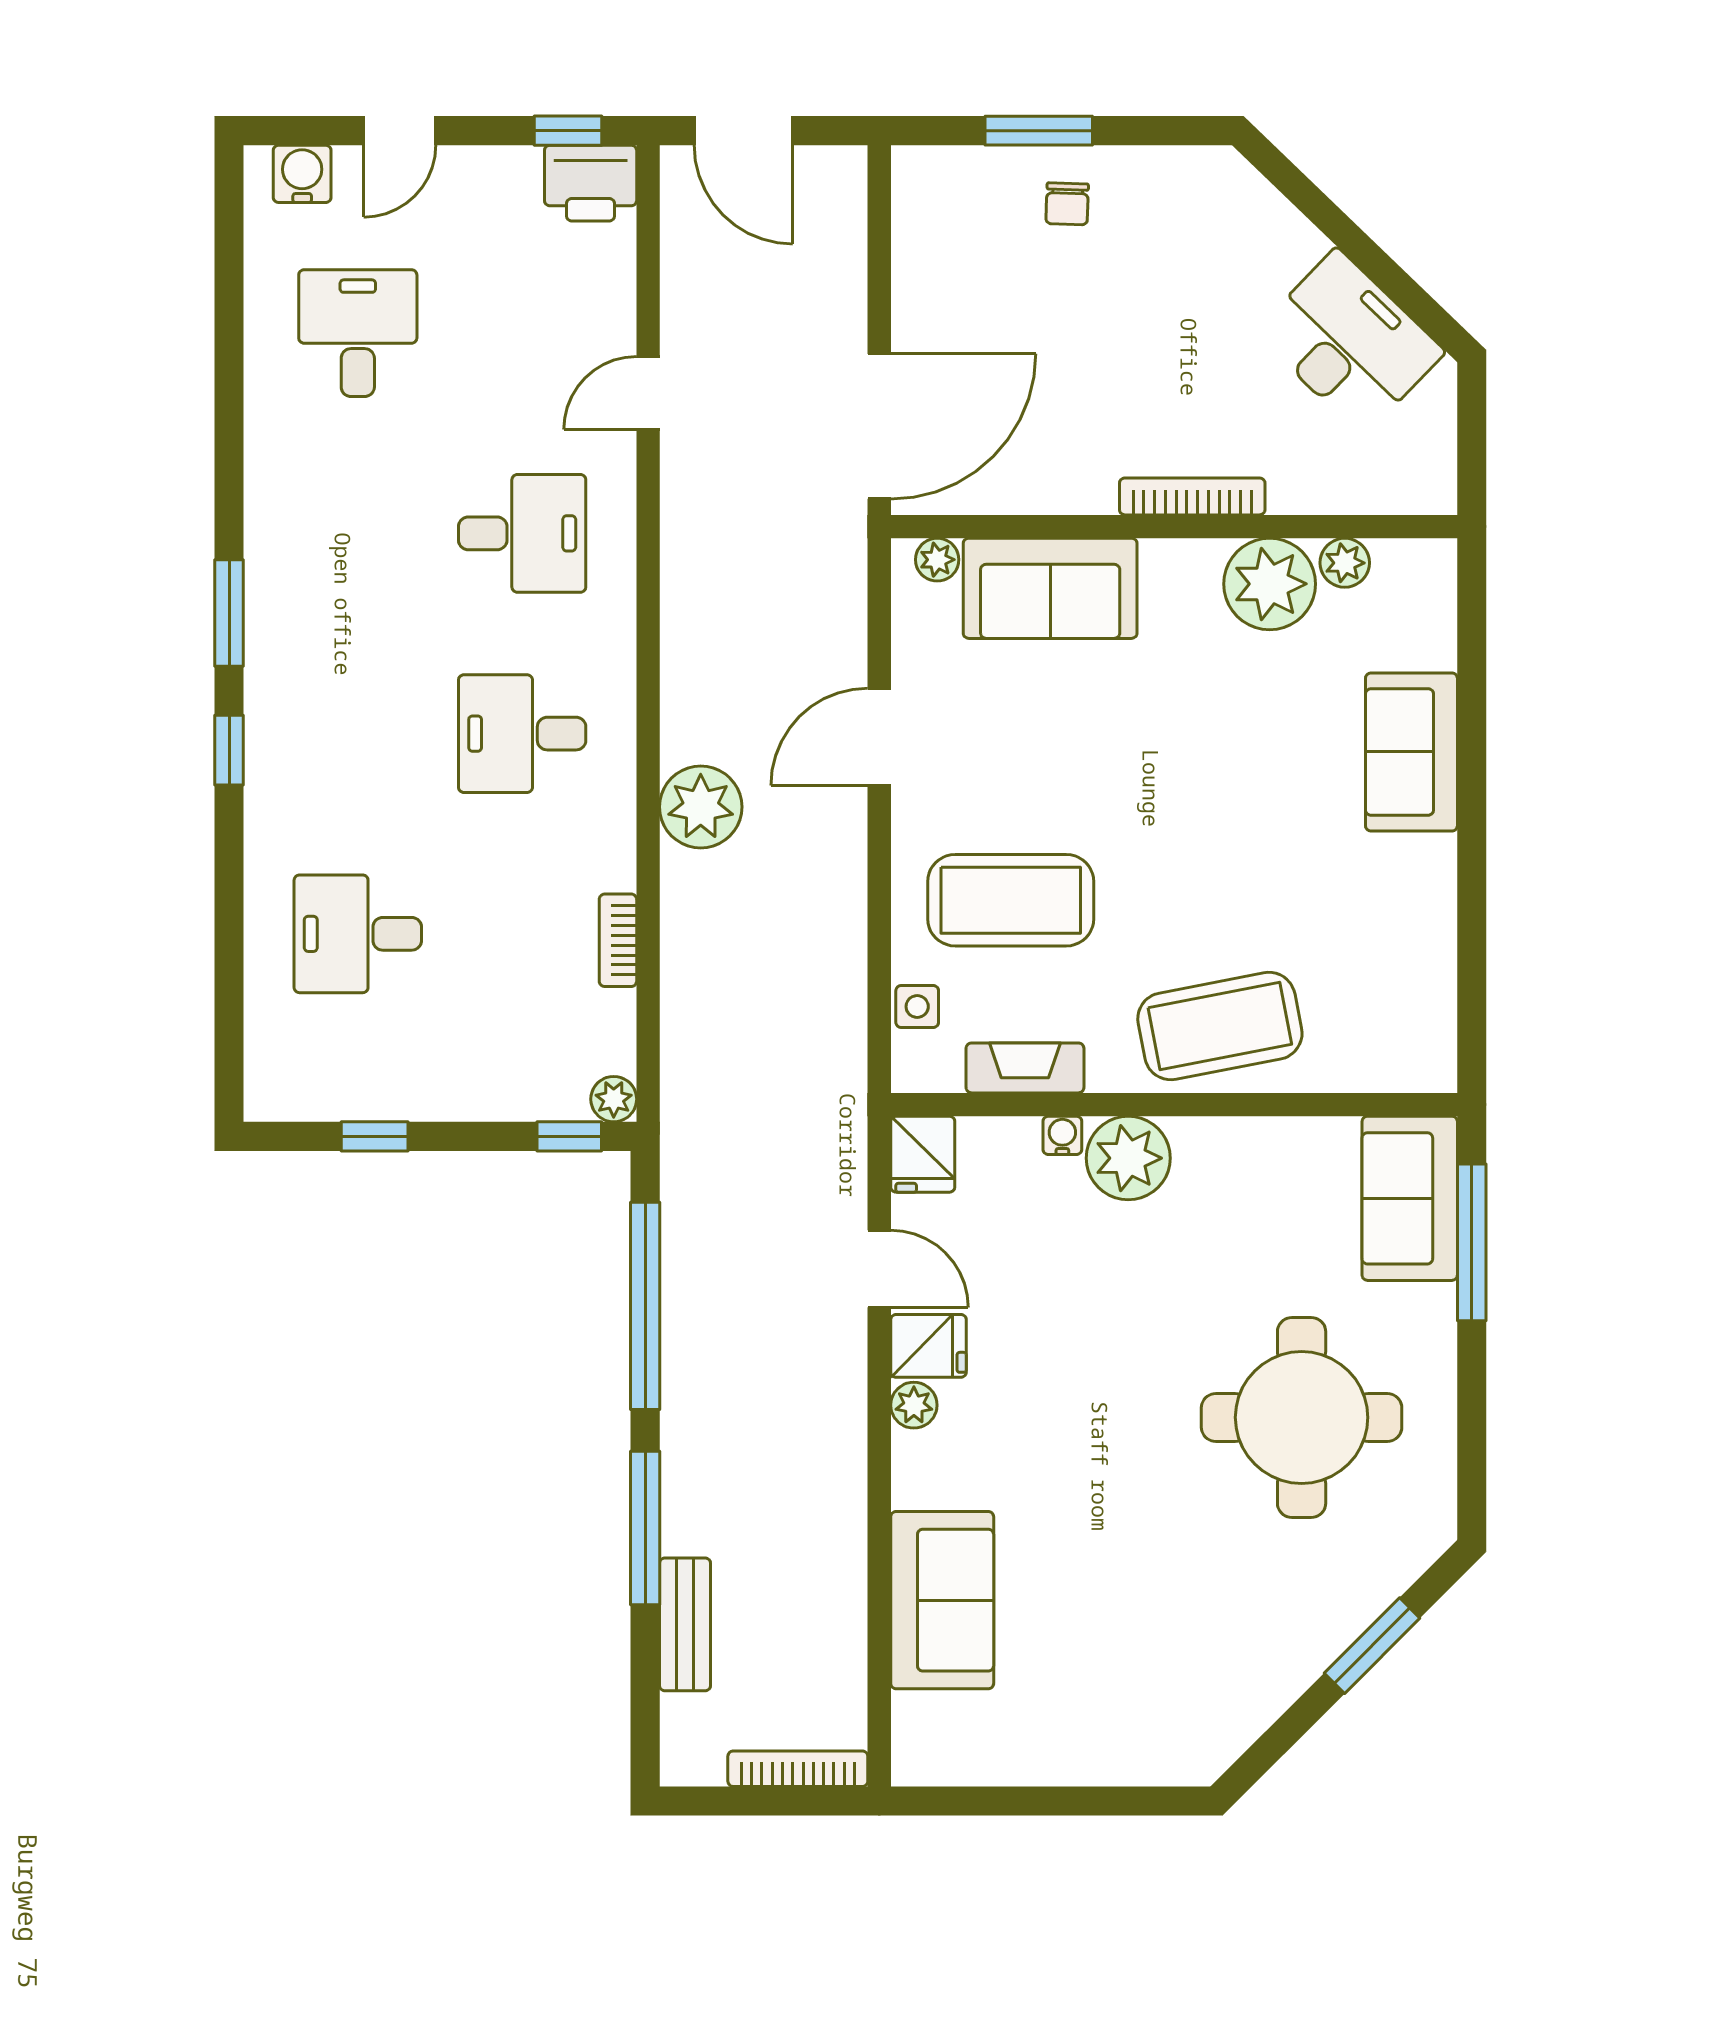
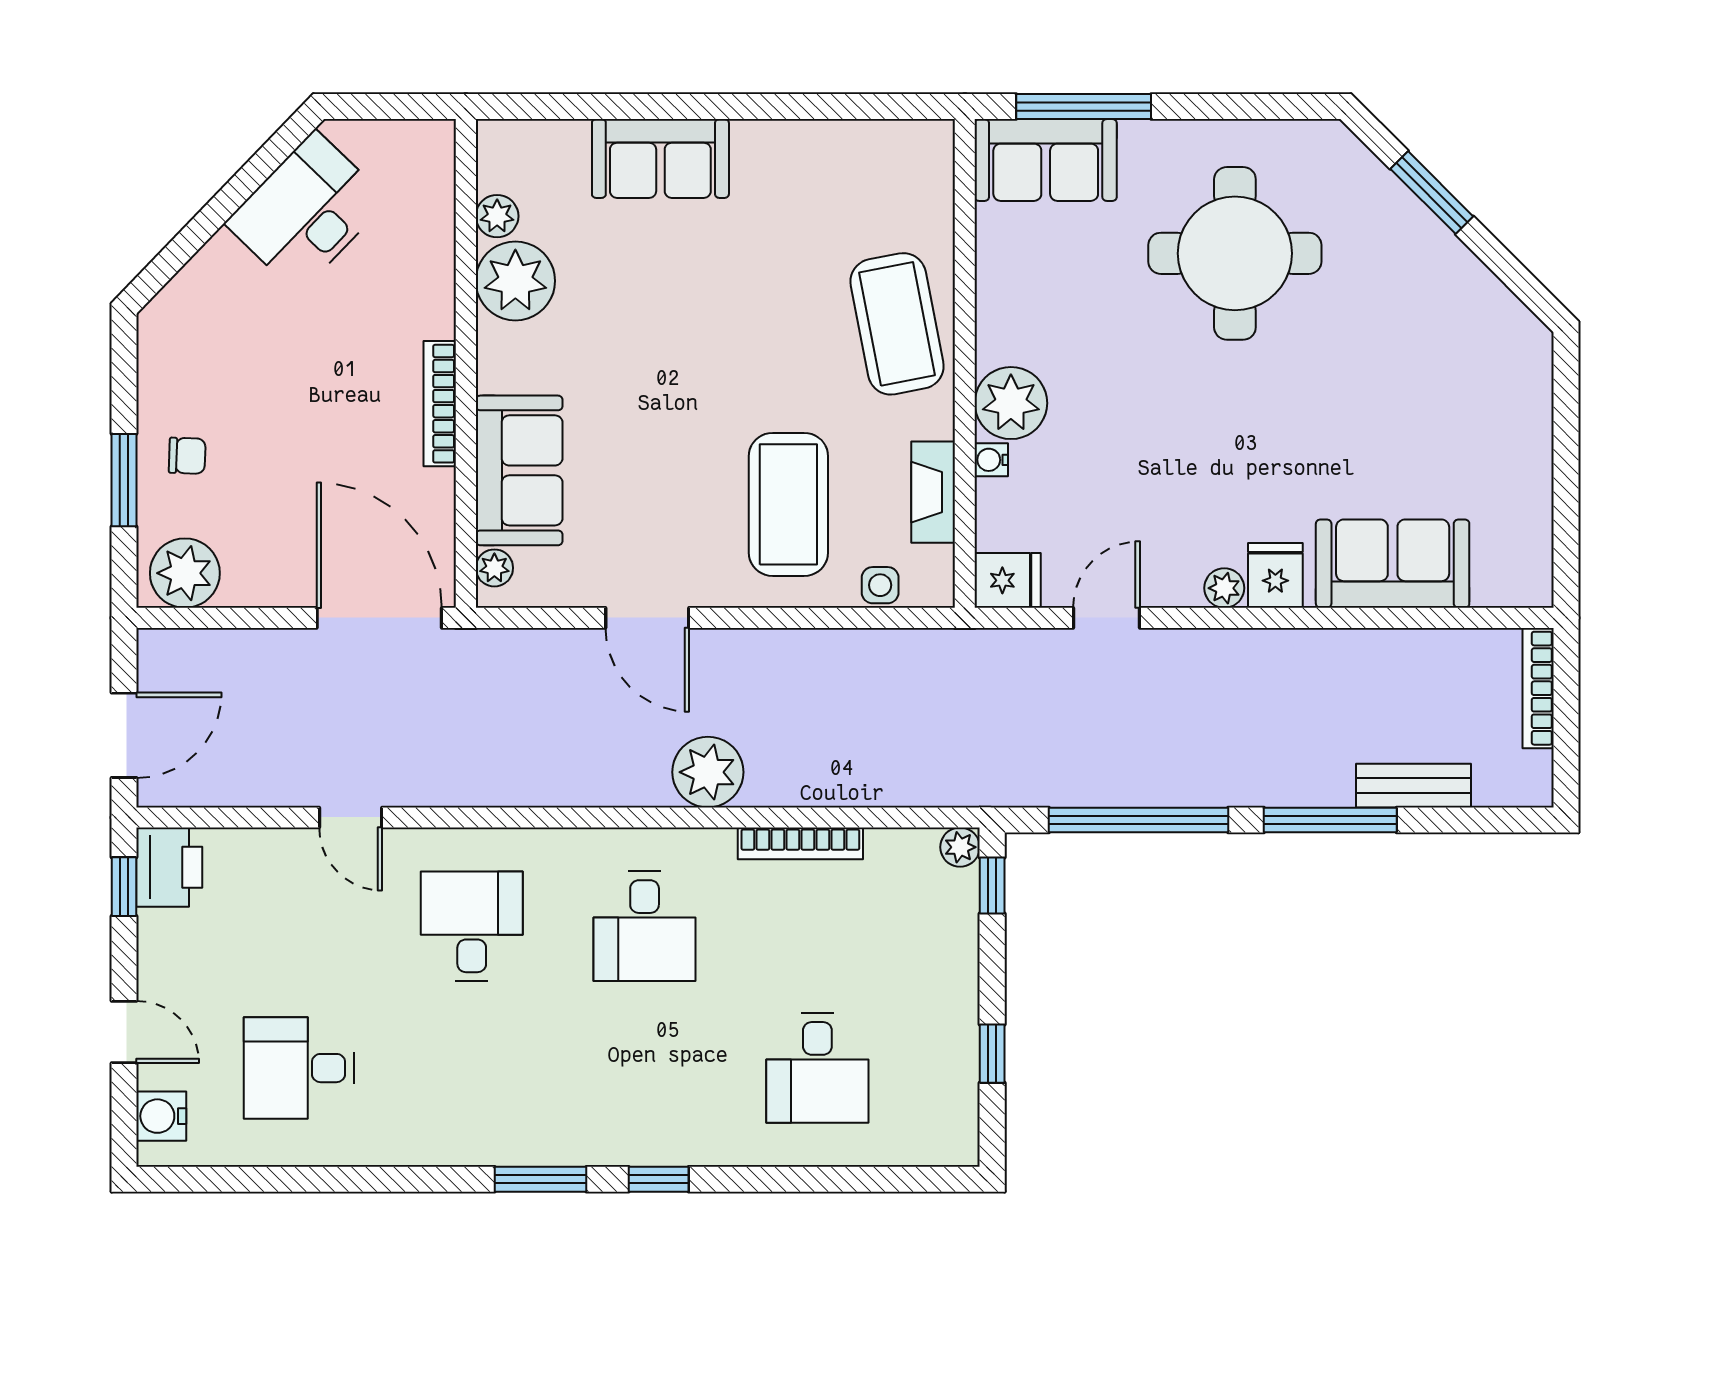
plant: (931, 201) -> (185, 573), added
bookcase: (1192, 496) -> (440, 404), moved
bookcase: (618, 940) -> (800, 843), width x1.56
fridge: (928, 1346) -> (1275, 575), moved

